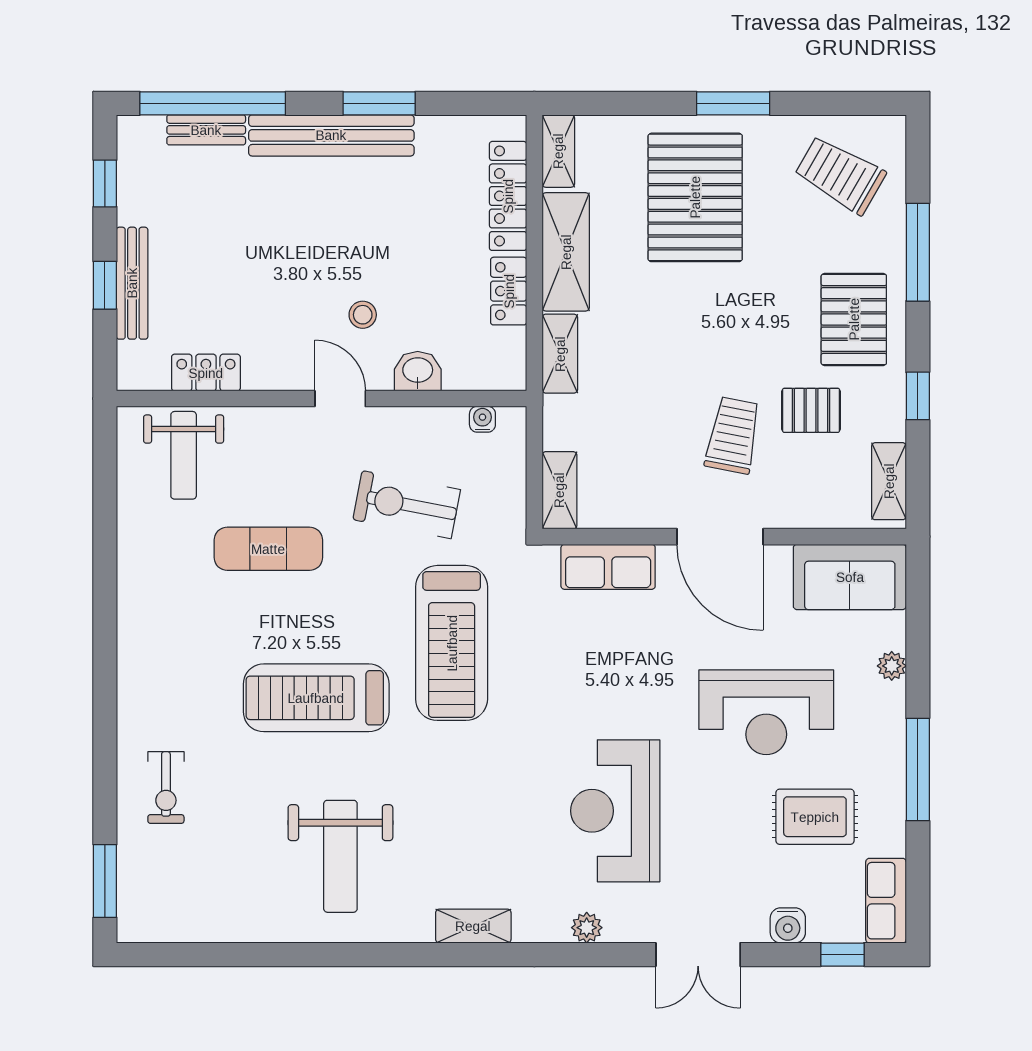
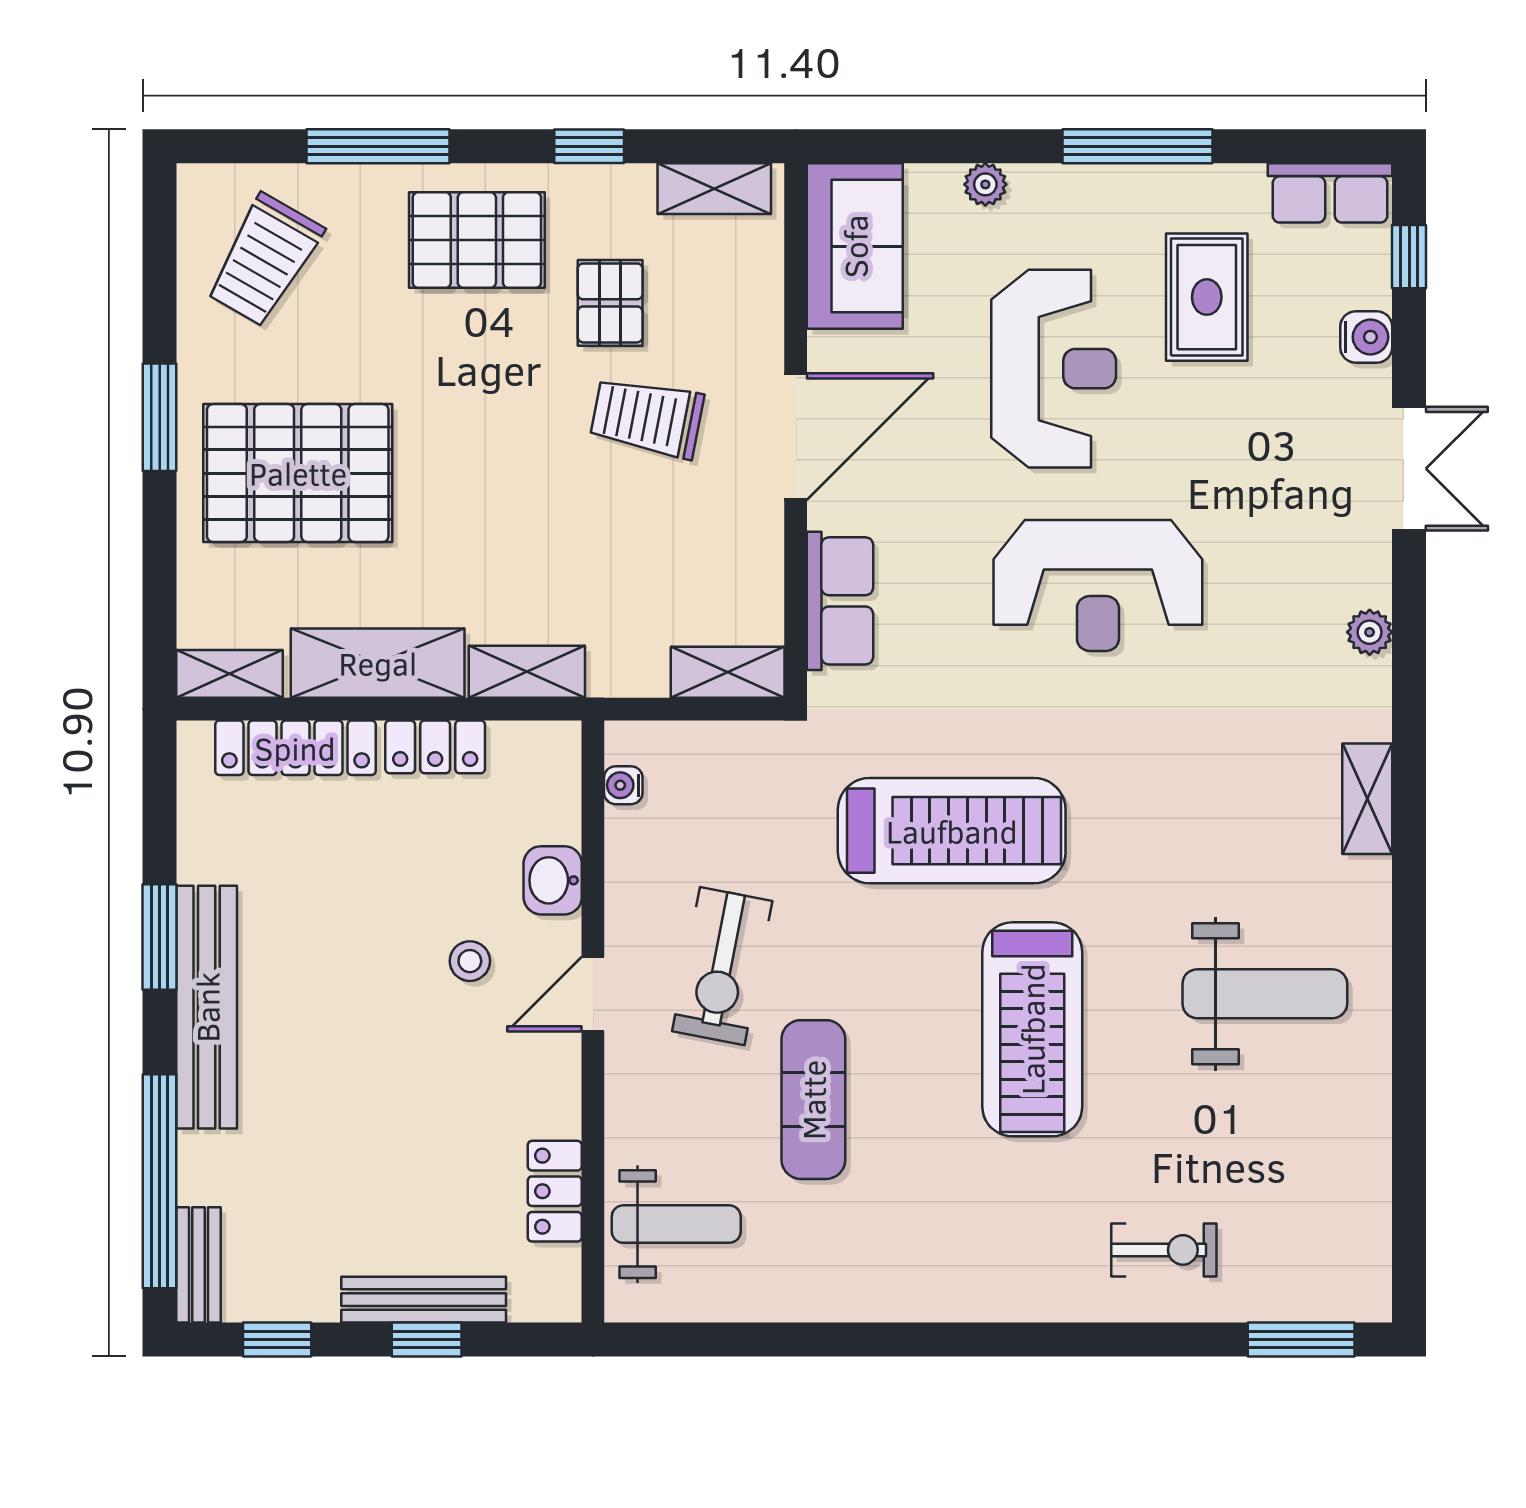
bench: (206, 130) -> (198, 1265), moved
exercise bike: (407, 505) -> (722, 966), moved
reception desk: (615, 811) -> (1098, 585), moved

